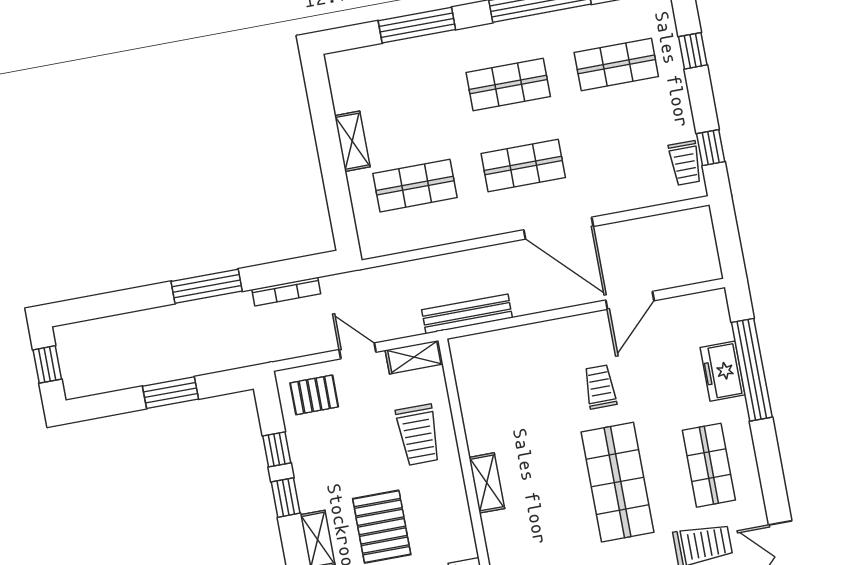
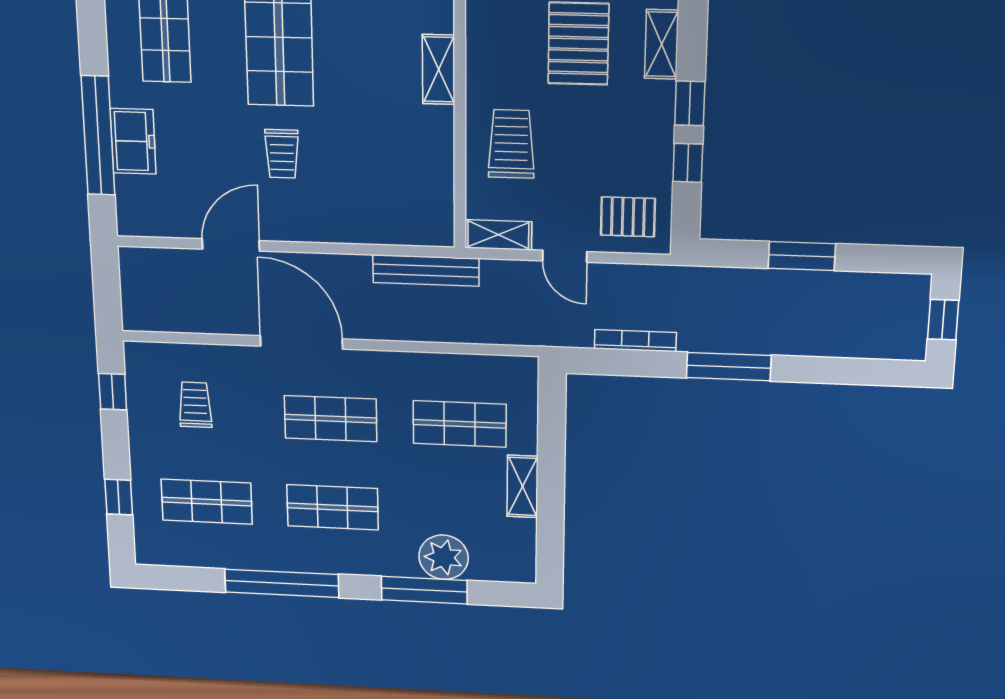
plant: (406, 60) -> (444, 557), added
trolley: (685, 163) -> (195, 405), moved

